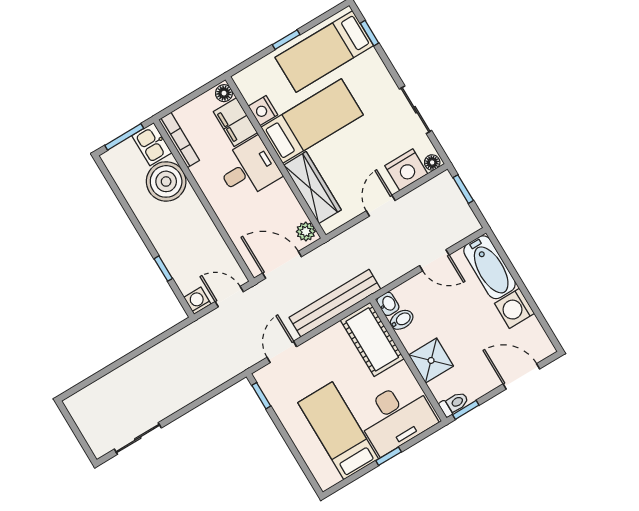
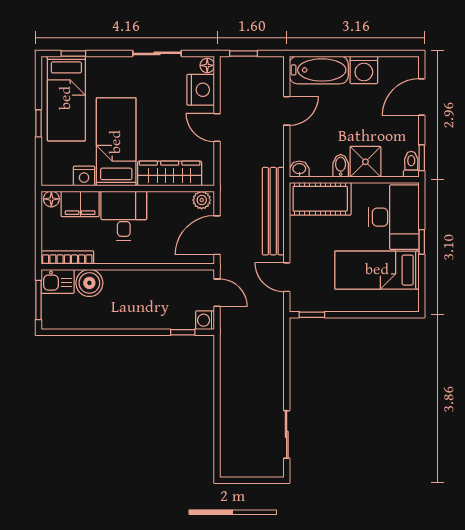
boiler: (166, 181) -> (89, 283), width x0.73, depth x0.73
window: (163, 269) -> (183, 332), moved
door: (229, 297) -> (217, 293), swing flipped
bidet: (402, 320) -> (341, 166), moved

